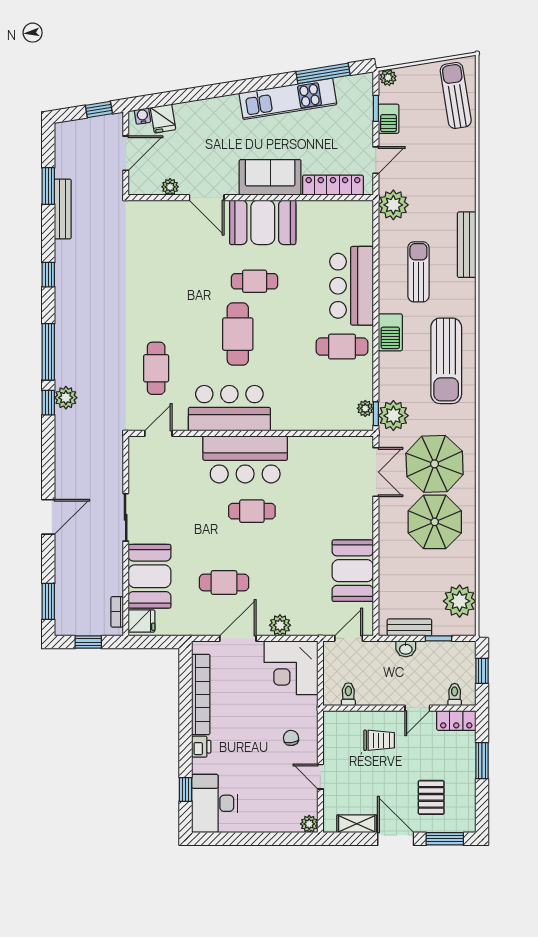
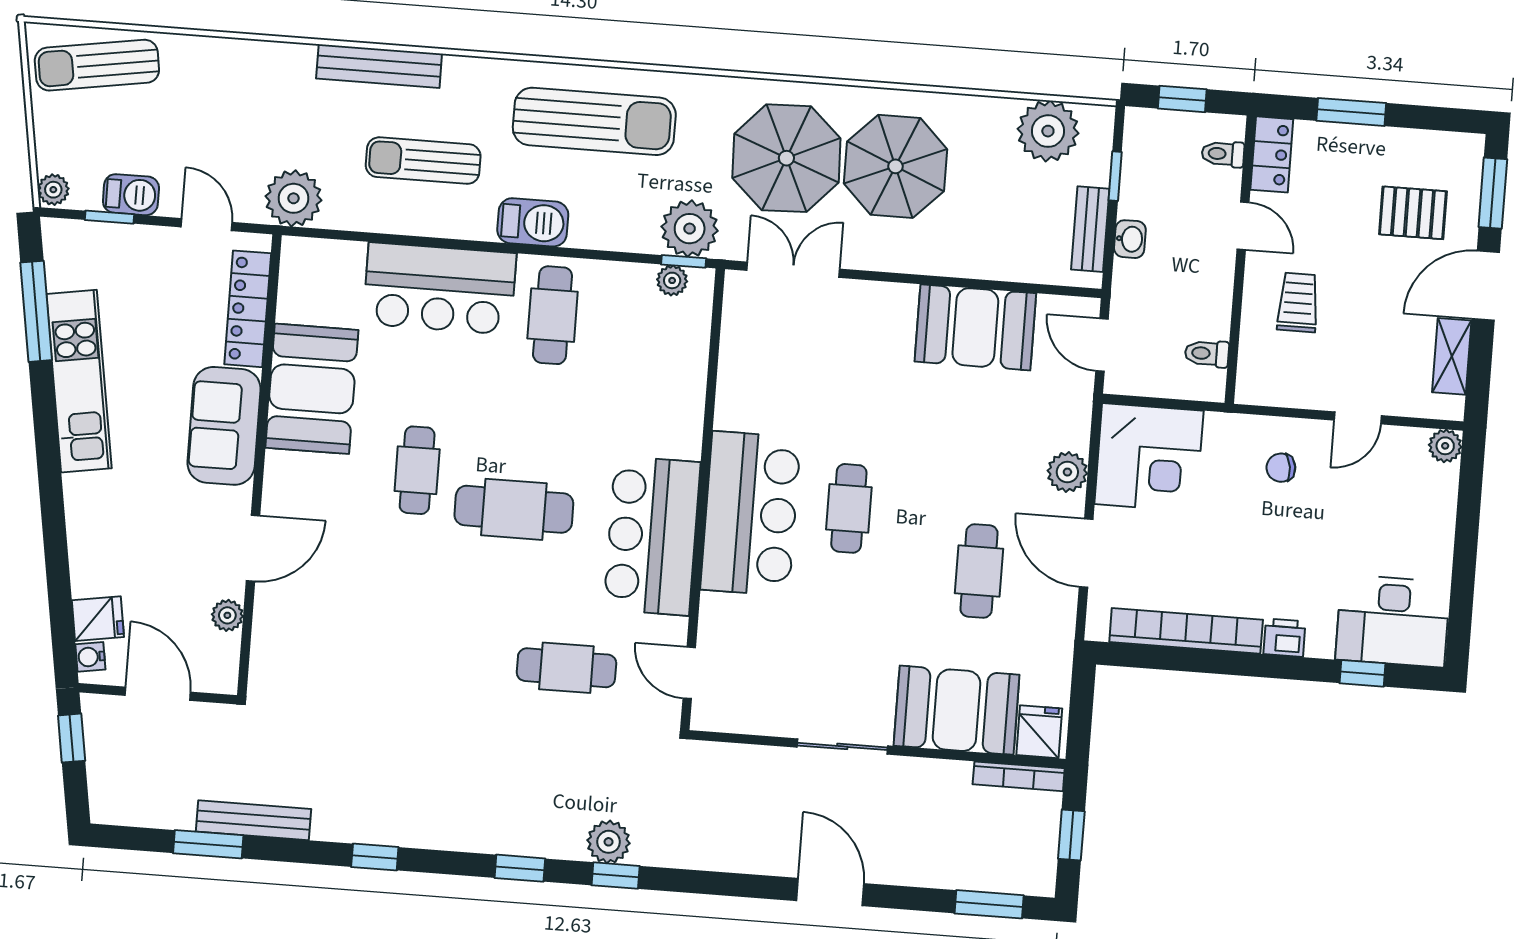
booth: (263, 222) -> (312, 389), moved
window: (48, 352) -> (520, 868), width x0.46
bookcase: (117, 612) -> (1019, 776), width x1.56

